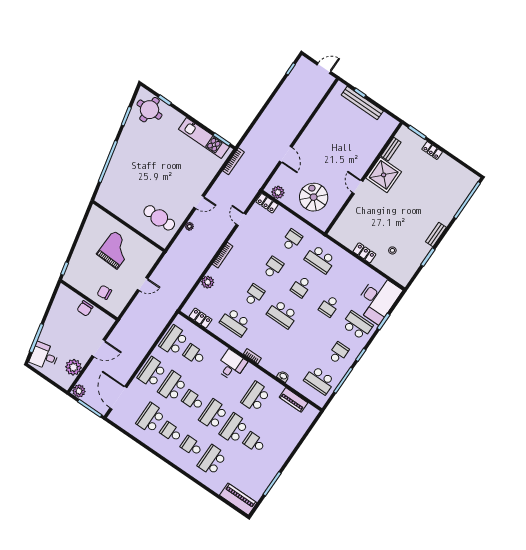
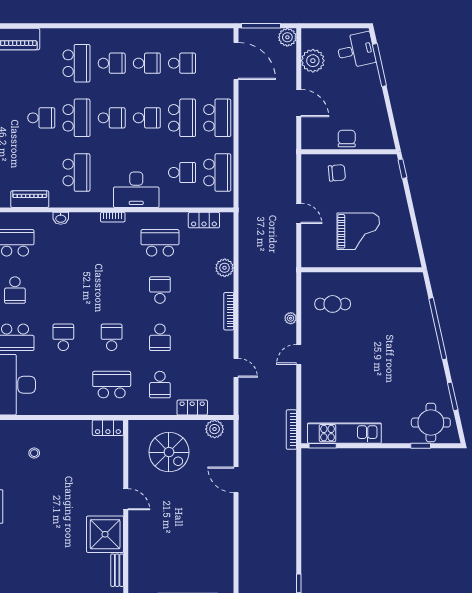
locker: (267, 203) -> (192, 408), moved
cafe table: (159, 218) -> (333, 304), width x0.73, depth x0.74
grand piano: (115, 250) -> (358, 231), turned -92
locker: (364, 253) -> (108, 428), moved
door: (143, 284) -> (299, 213), swing flipped
school desk: (254, 295) -> (160, 290), turned 180
school desk: (282, 314) -> (112, 290), removed
door: (99, 348) -> (299, 103), swing flipped
desk: (231, 365) -> (136, 190), width x1.37
school desk: (213, 414) -> (112, 118), width x0.54
school desk: (151, 418) -> (182, 63), width x0.54

